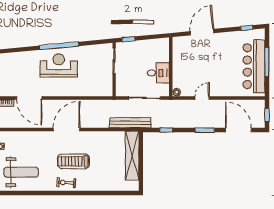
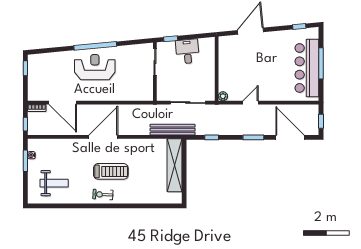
desk: (158, 73) -> (187, 51), moved, turned -95
treadmill: (73, 161) -> (111, 171), turned 180
weight bench: (21, 172) -> (54, 183), width x0.73, depth x0.75

